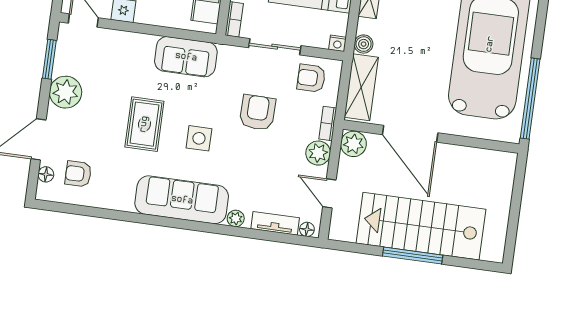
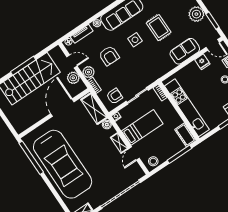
sofa: (186, 57) -> (185, 51), moved
armchair: (257, 112) -> (109, 56), moved
door: (410, 134) -> (62, 108), hinge flipped
plant: (353, 144) -> (73, 78), moved

